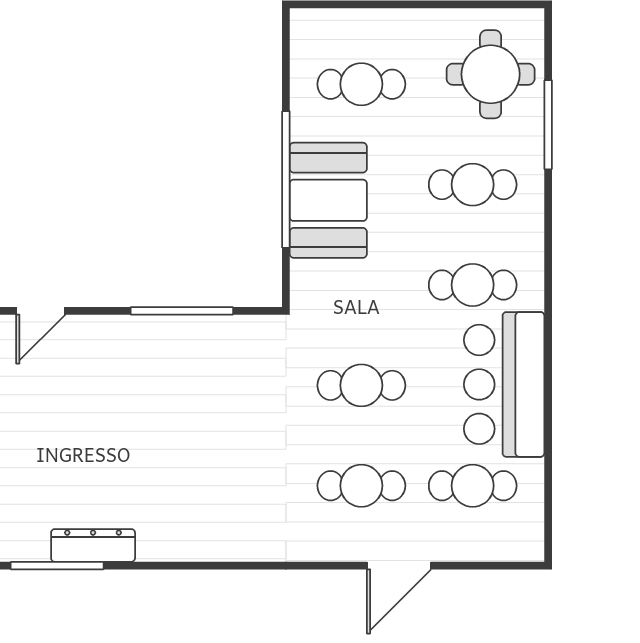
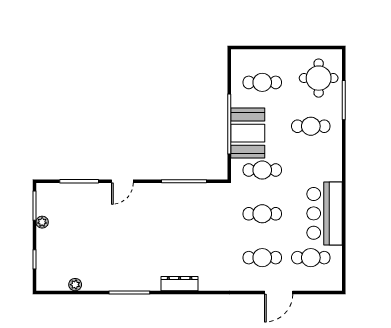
cafe table: (473, 285) -> (262, 170), moved
dresser: (93, 545) -> (180, 284), moved

